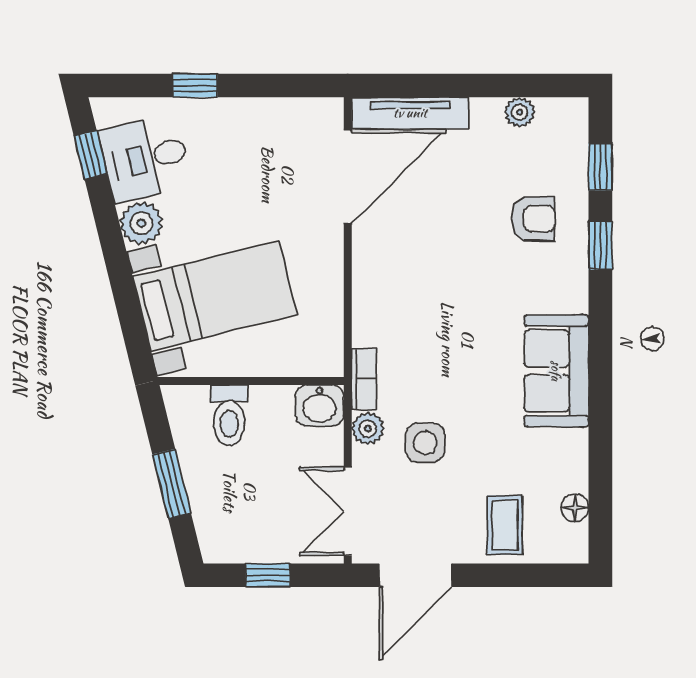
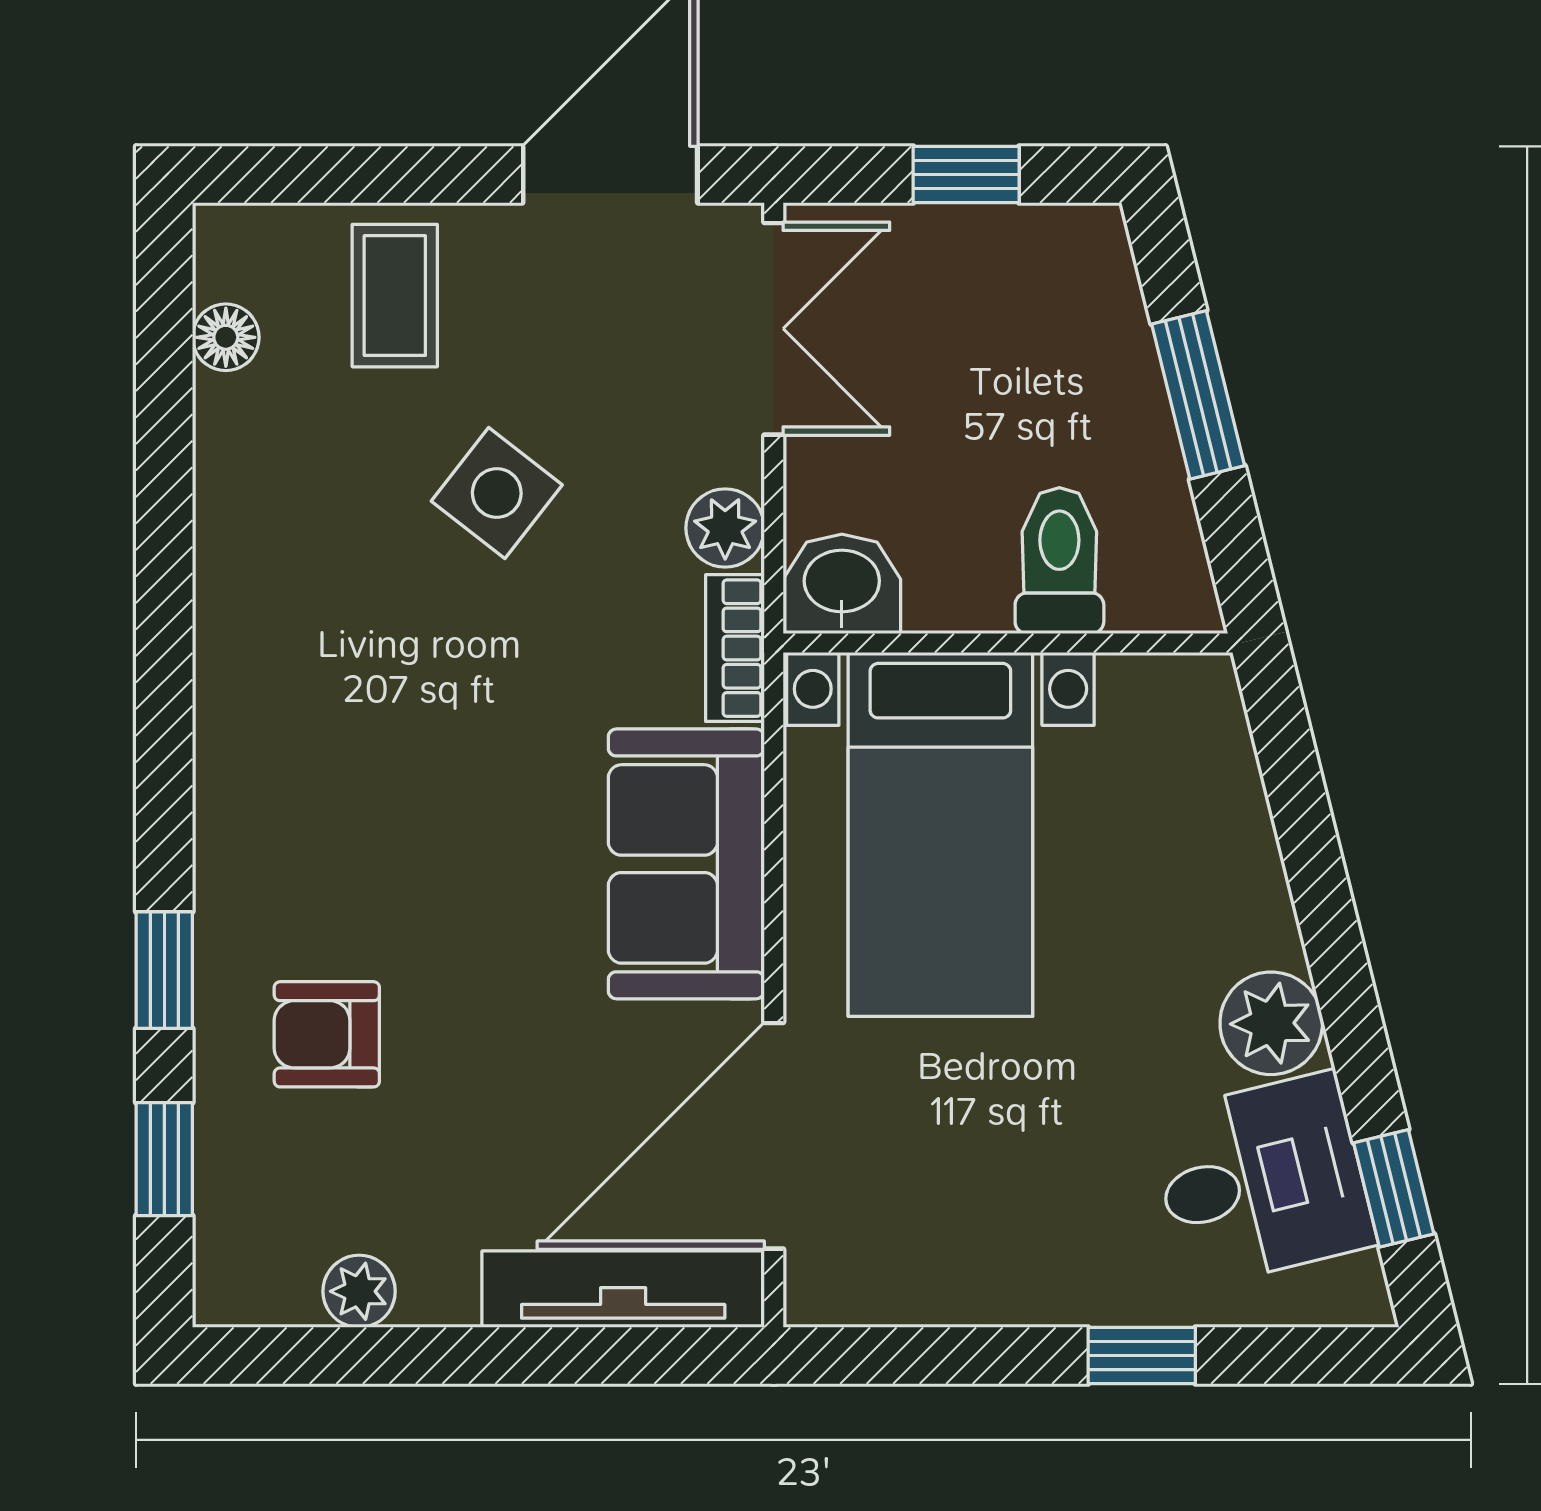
bed with nightstands: (215, 296) -> (940, 834), moved, turned -76
sofa: (556, 371) -> (686, 864), moved, turned 180
side table: (425, 443) -> (497, 493), moved, turned 38

